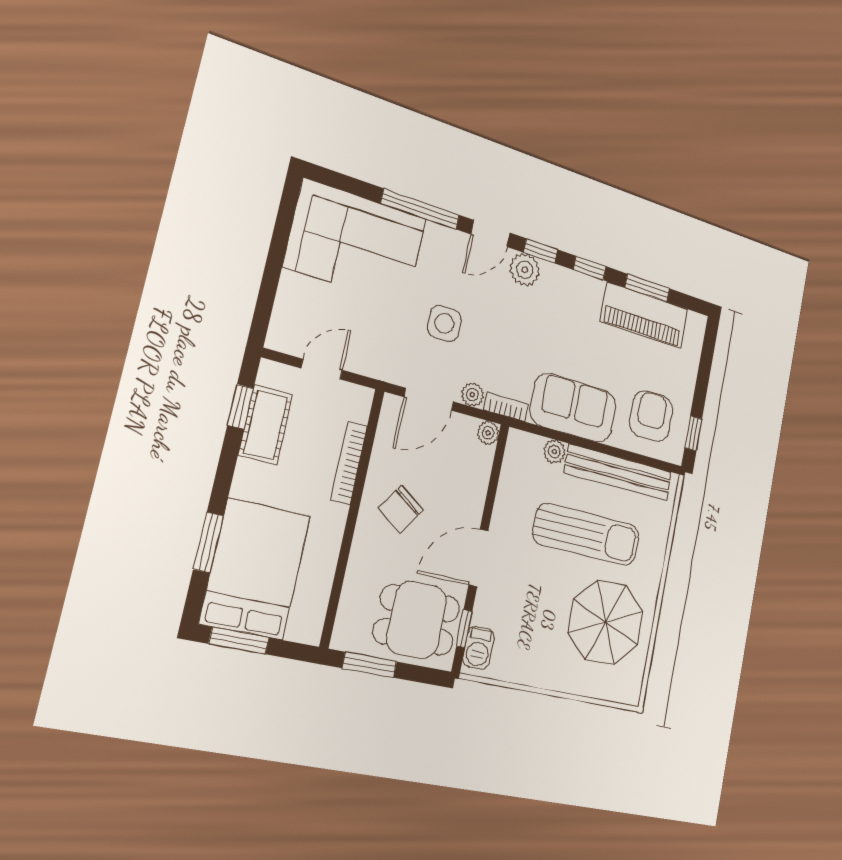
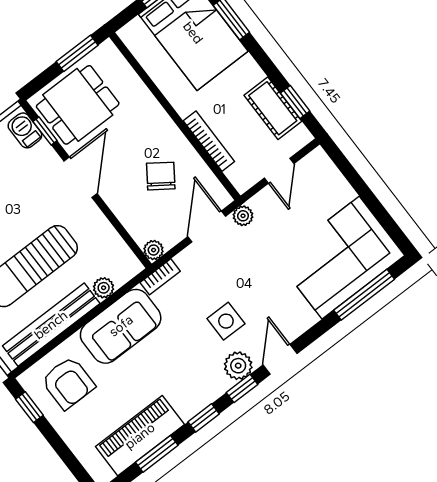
window: (420, 209) -> (364, 295), moved
side table: (444, 323) -> (226, 321), moved
plant: (472, 395) -> (243, 216), moved
chair: (401, 509) -> (161, 176), moved

